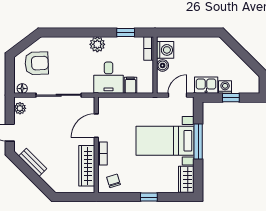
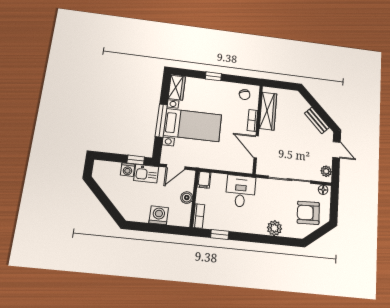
plant: (97, 44) -> (274, 228), moved
washing machine: (165, 50) -> (159, 215), moved, turned 90
filing cabinet: (130, 85) -> (204, 180), moved
window: (231, 98) -> (136, 160), moved
door: (96, 126) -> (256, 147), swing flipped

